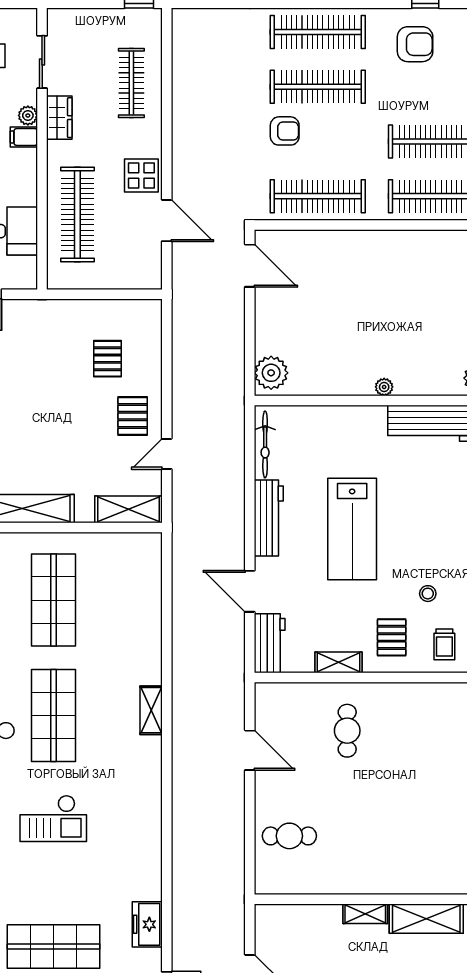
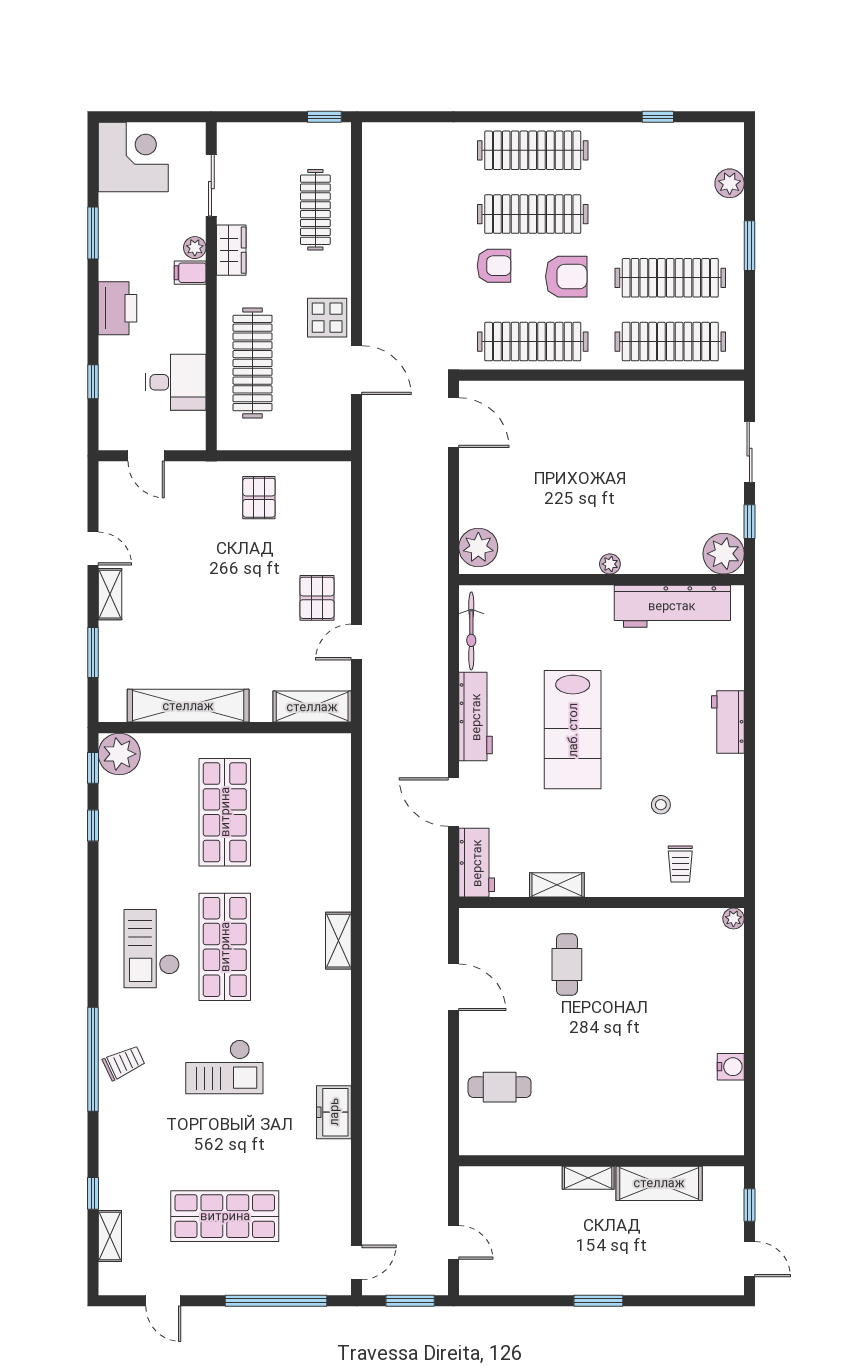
armchair: (415, 44) -> (566, 277), moved
pallet: (108, 359) -> (259, 498), moved
pallet: (392, 637) -> (619, 856), removed
freezer: (147, 924) -> (334, 1112), moved

